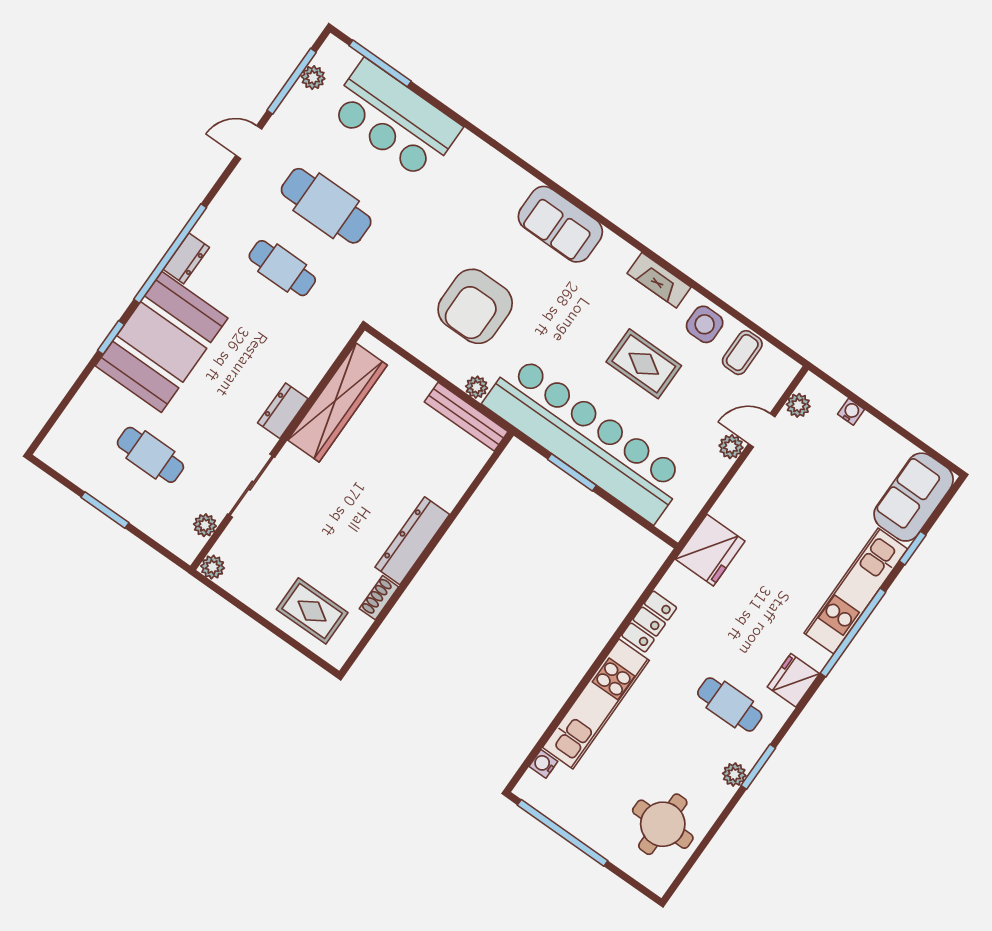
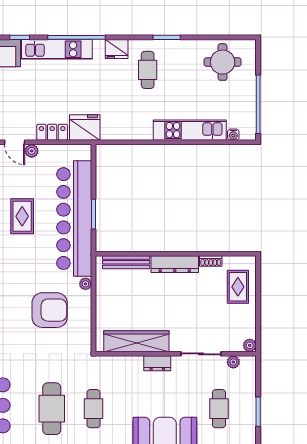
bench: (466, 417) -> (126, 262), moved, turned 90
locker: (649, 622) -> (52, 132), moved
plant: (734, 774) -> (178, 46), removed

